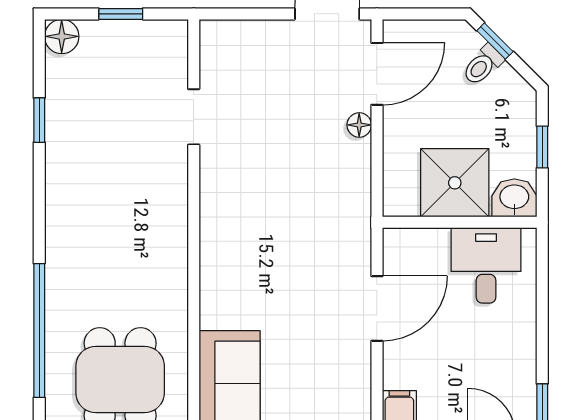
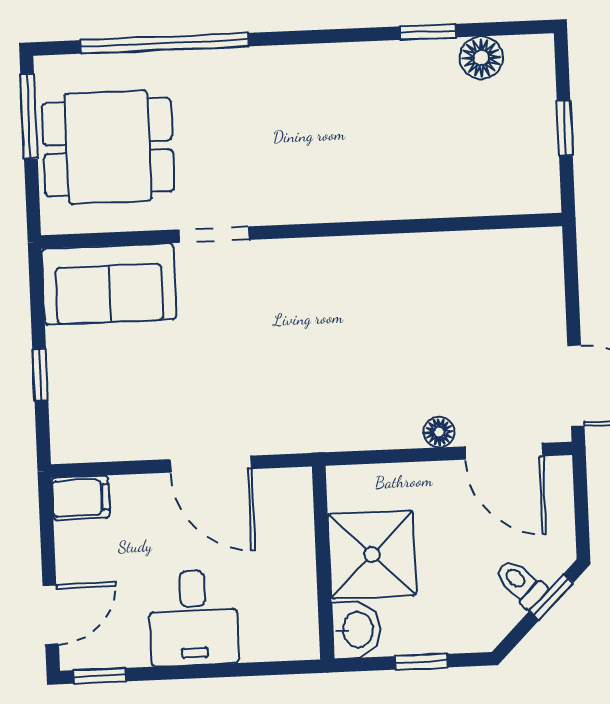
floor lamp: (62, 36) -> (481, 58), moved
doorway: (194, 117) -> (214, 235), moved
desk: (486, 265) -> (193, 618), moved, turned 90

